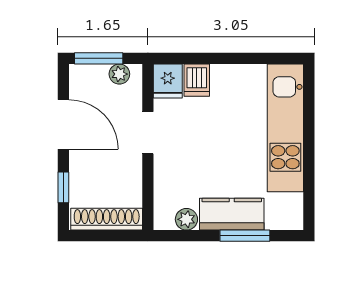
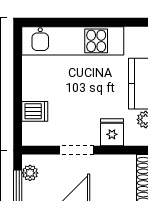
fridge: (168, 81) -> (112, 132), moved, turned -90

